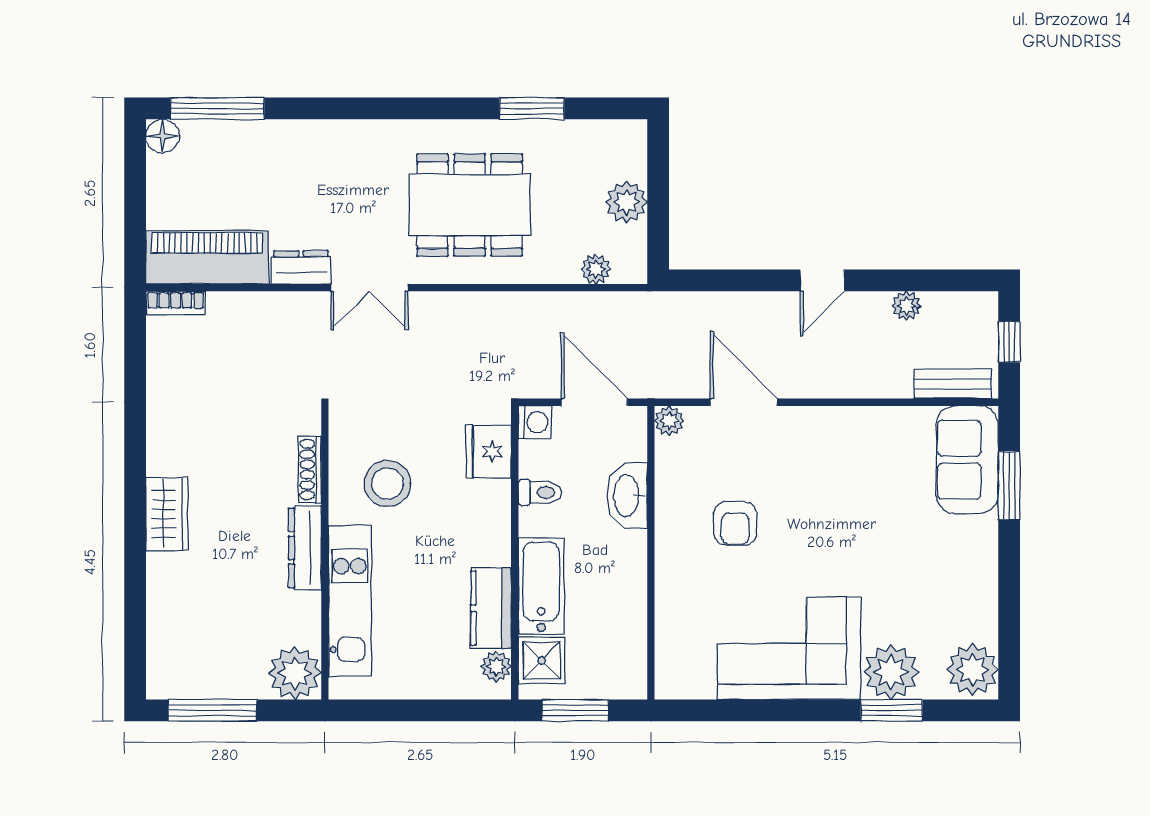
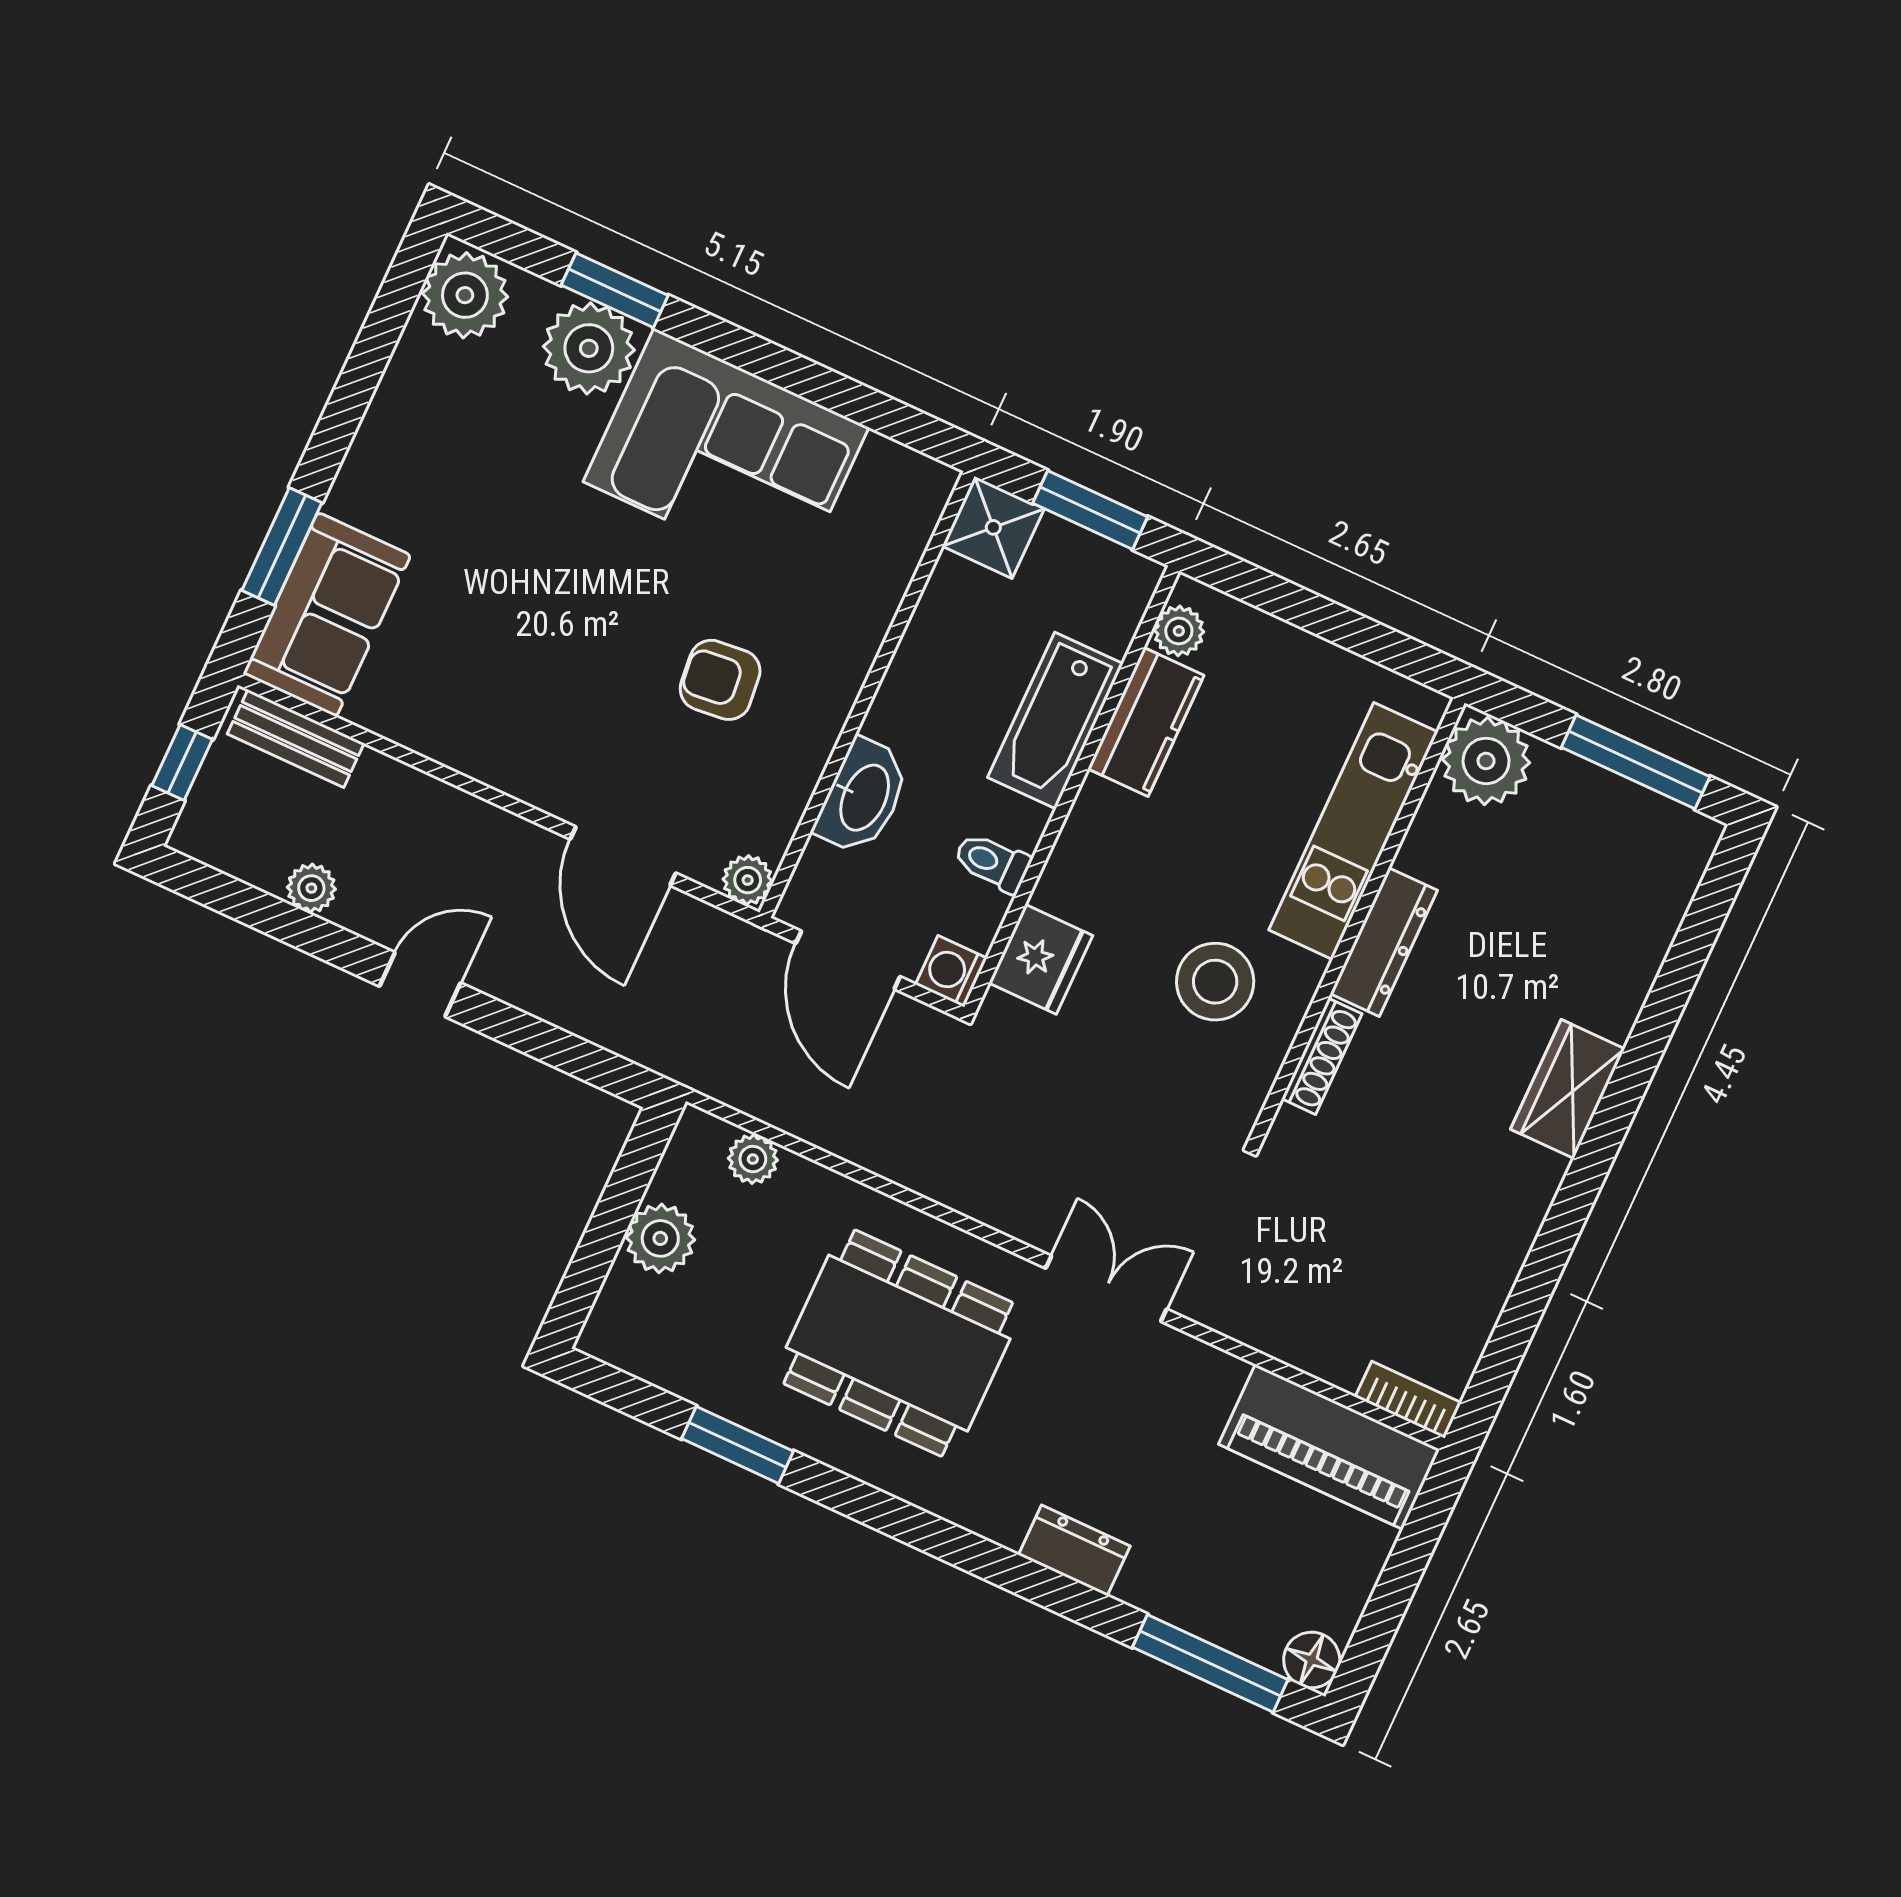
dresser: (301, 267) -> (1074, 1551), moved, turned 180
armchair: (735, 523) -> (720, 680), turned -96
shower: (542, 661) -> (993, 527), moved

